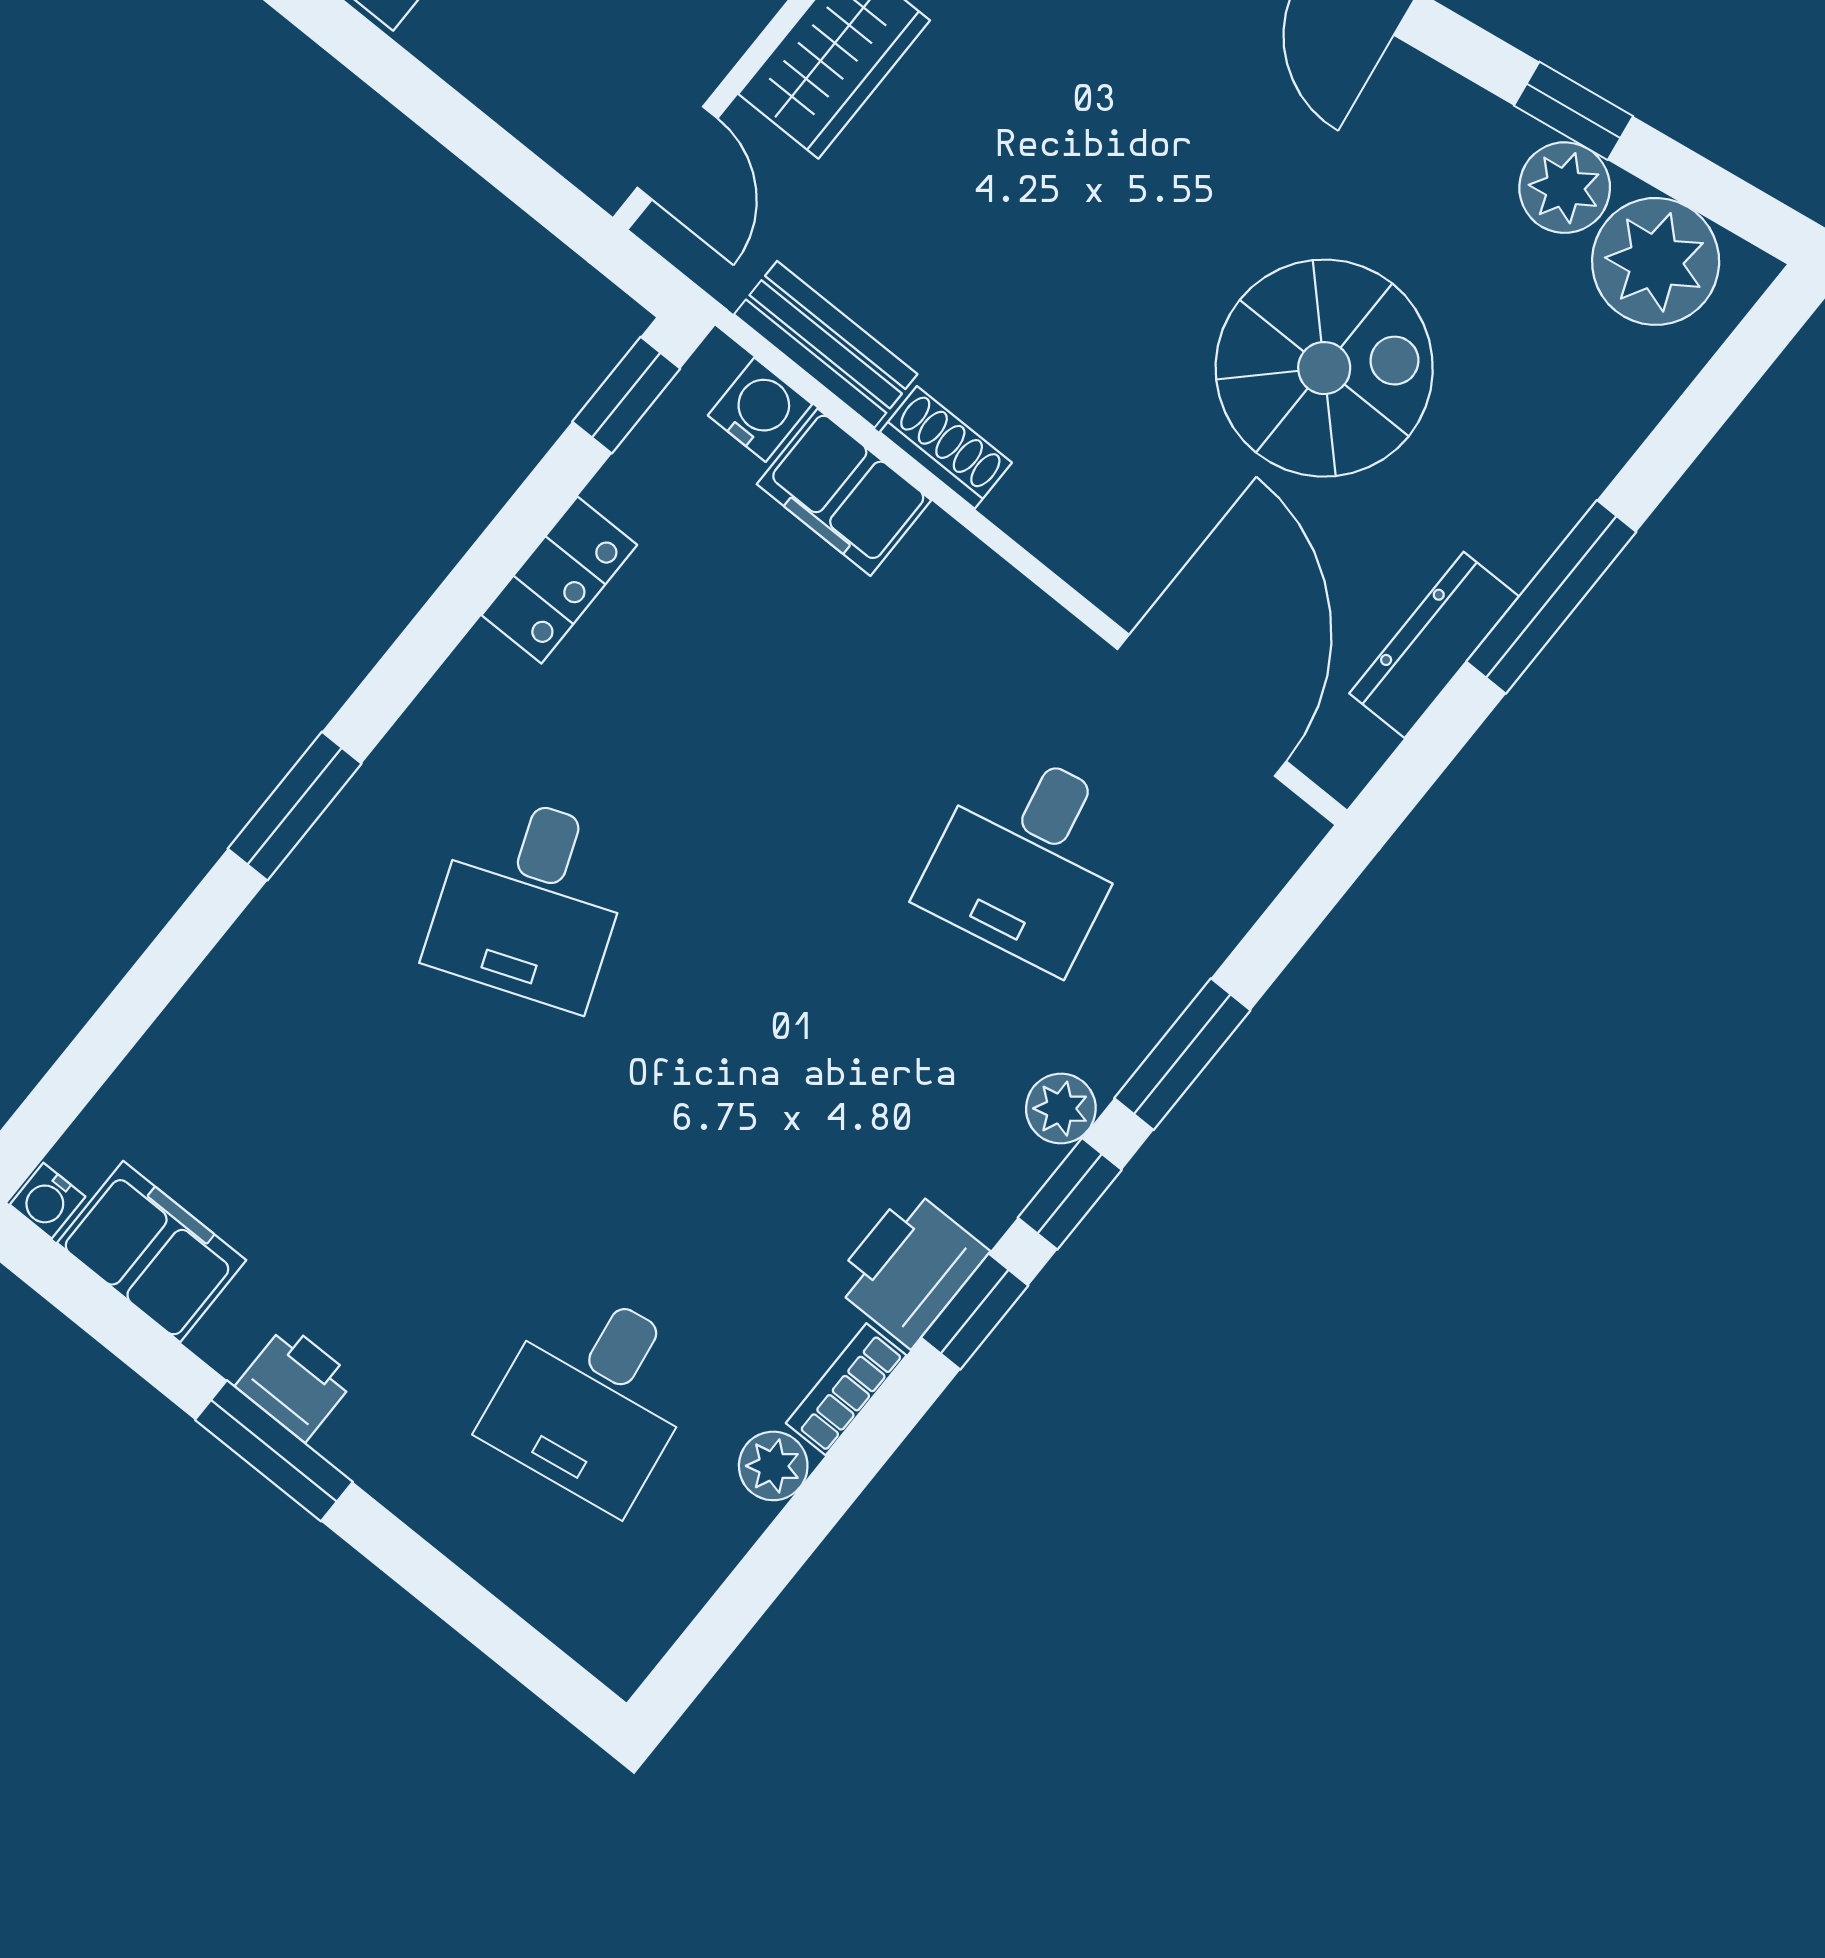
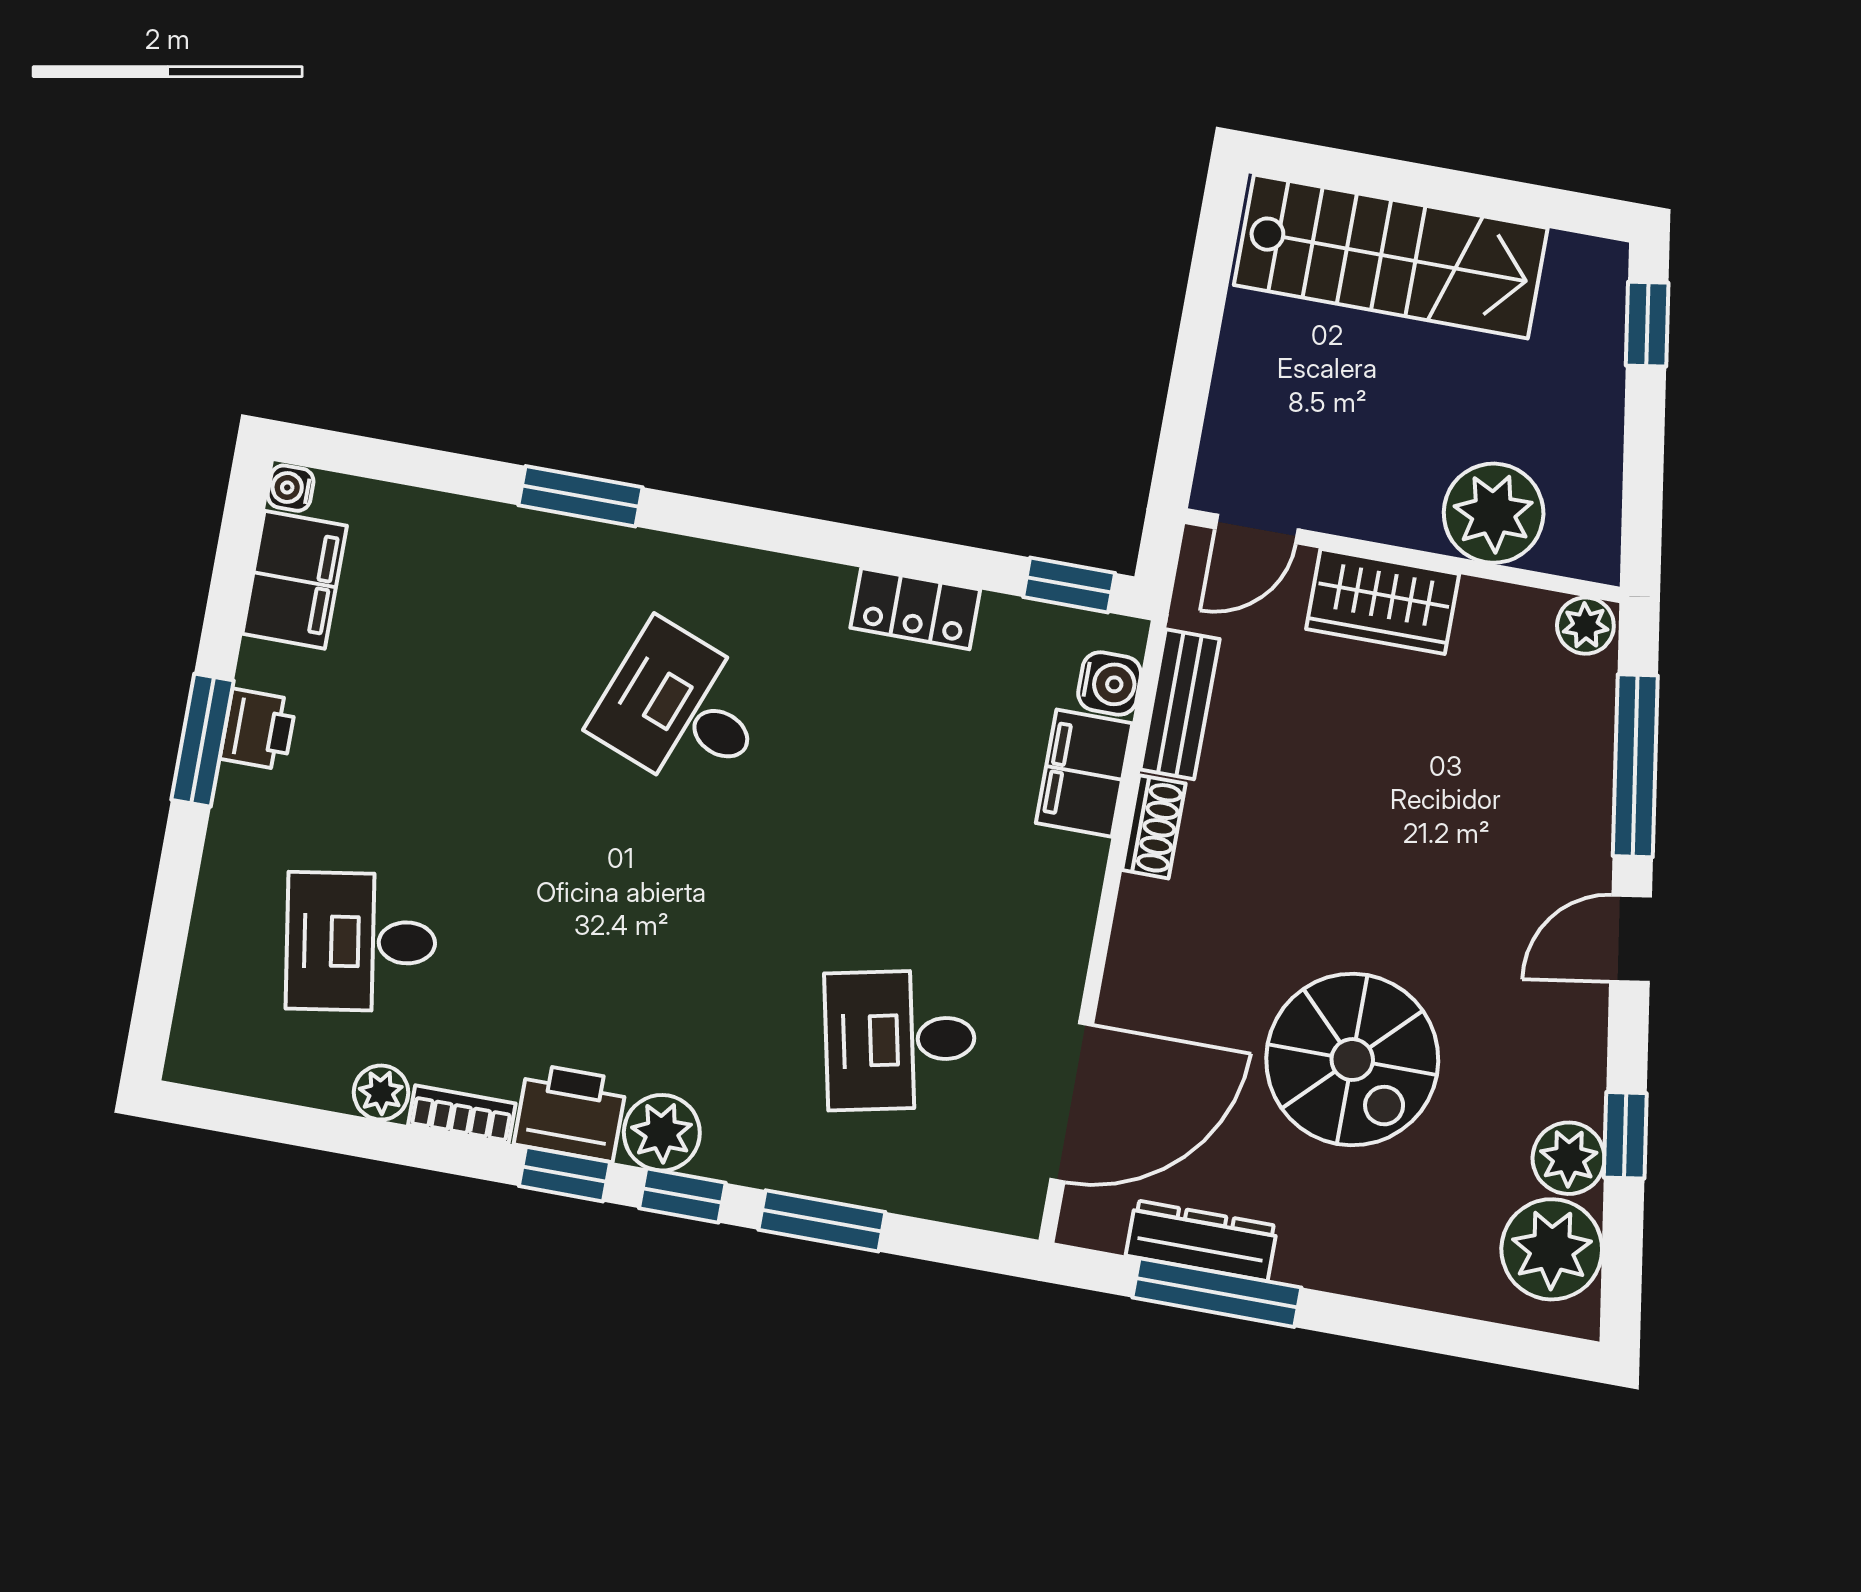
window: (1551, 597) -> (1217, 1293), moved
window: (295, 806) -> (581, 496), moved
desk: (530, 901) -> (682, 710), turned 42
plant: (1061, 1109) -> (662, 1133), moved, width x1.38, depth x1.38

